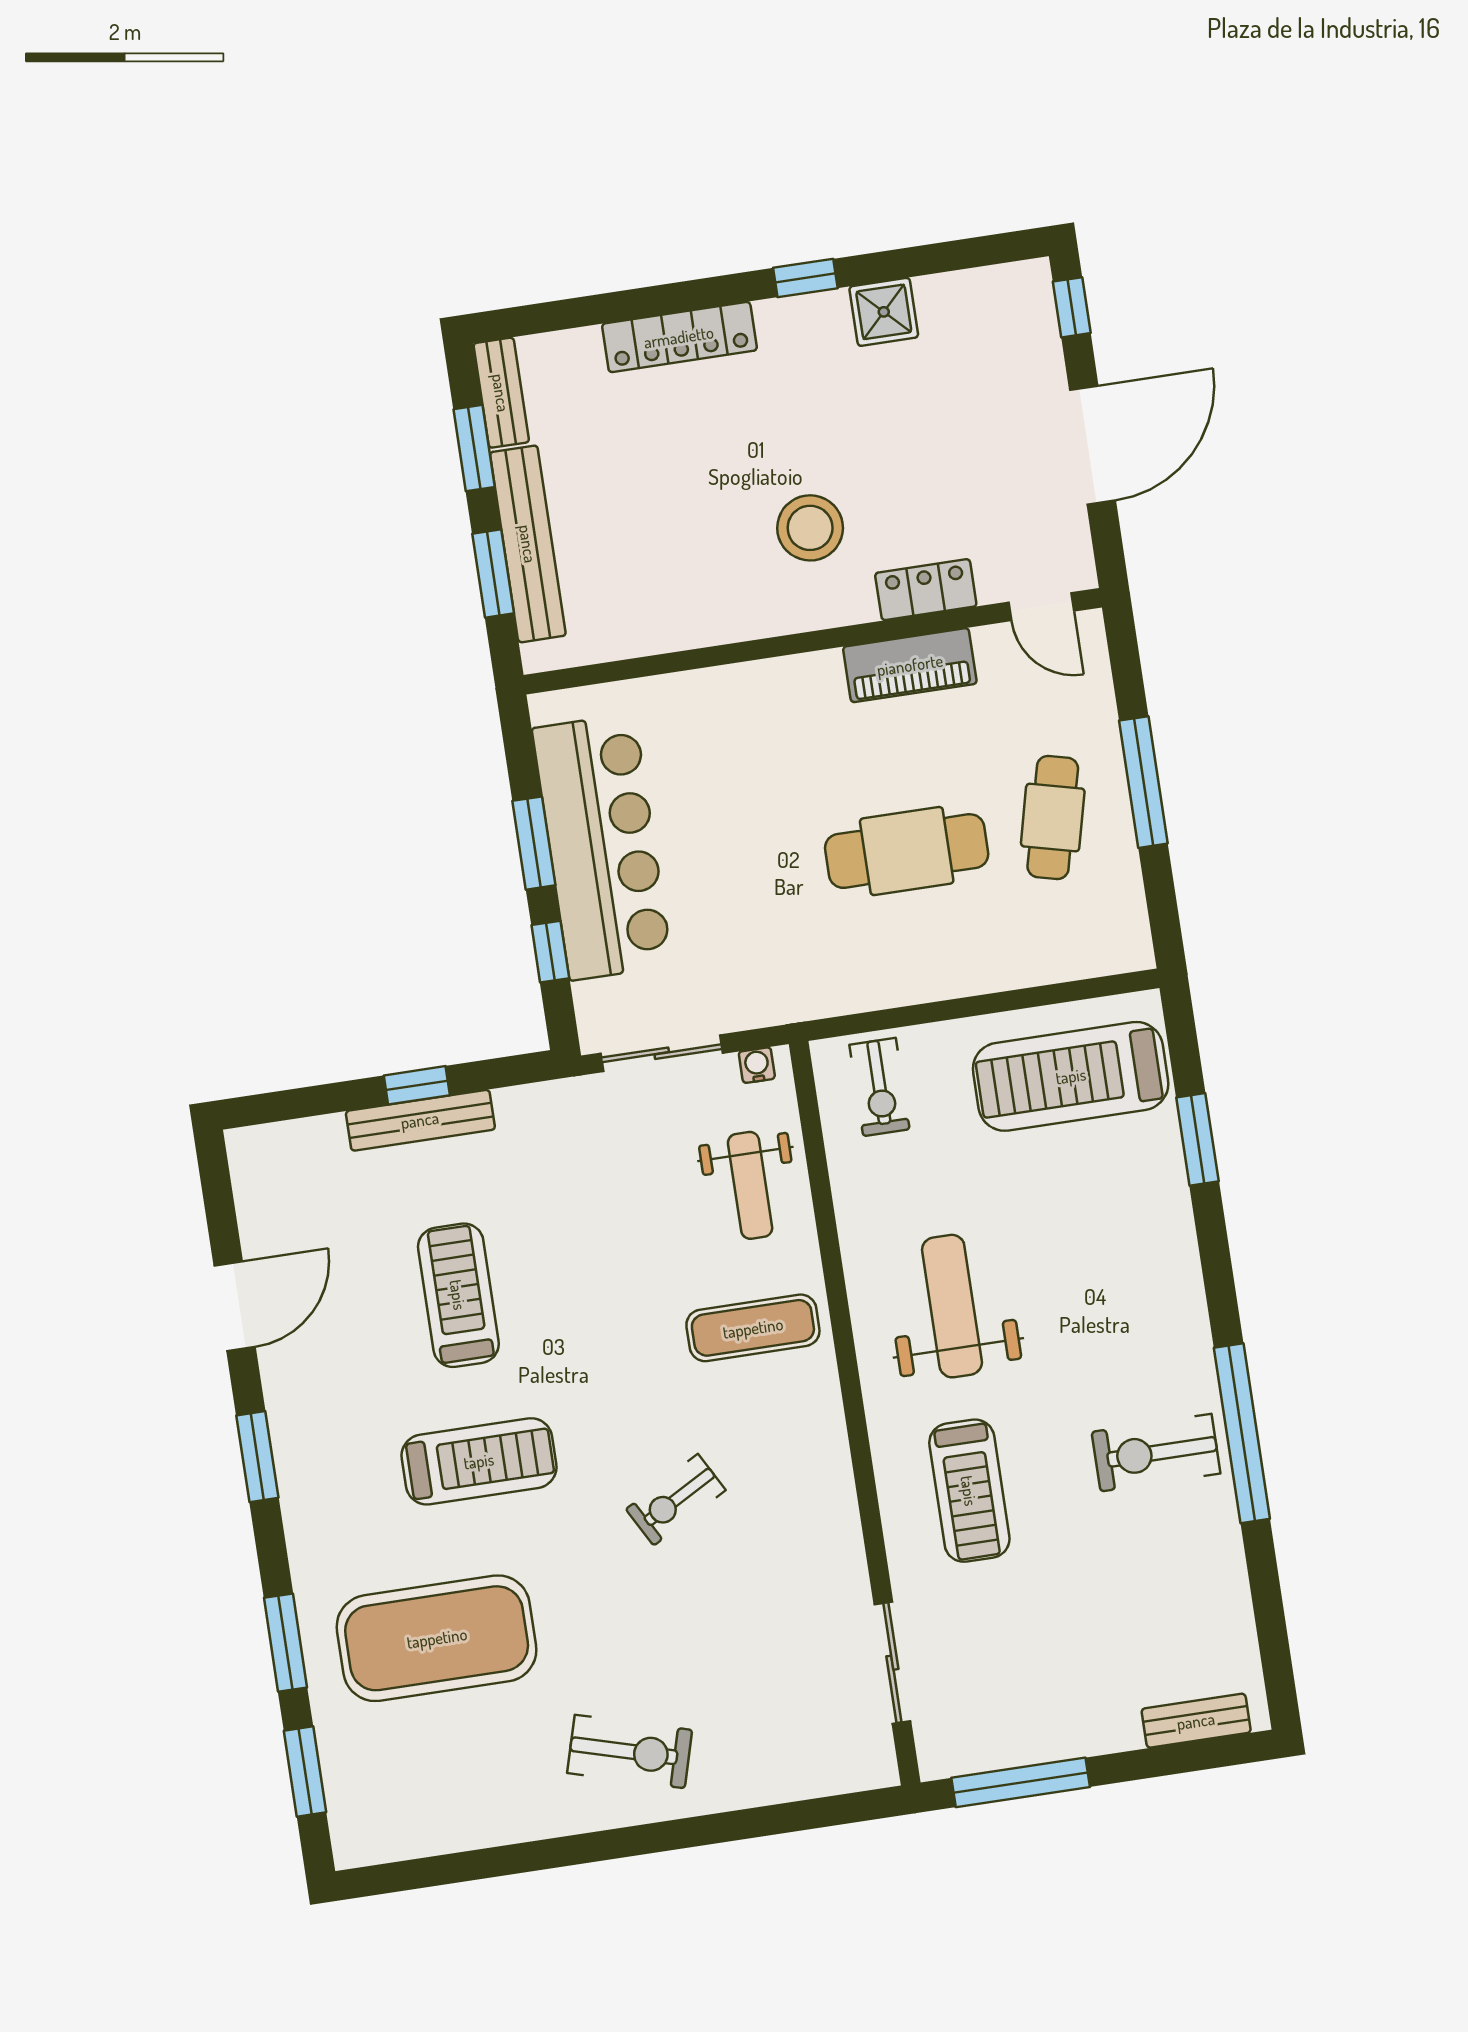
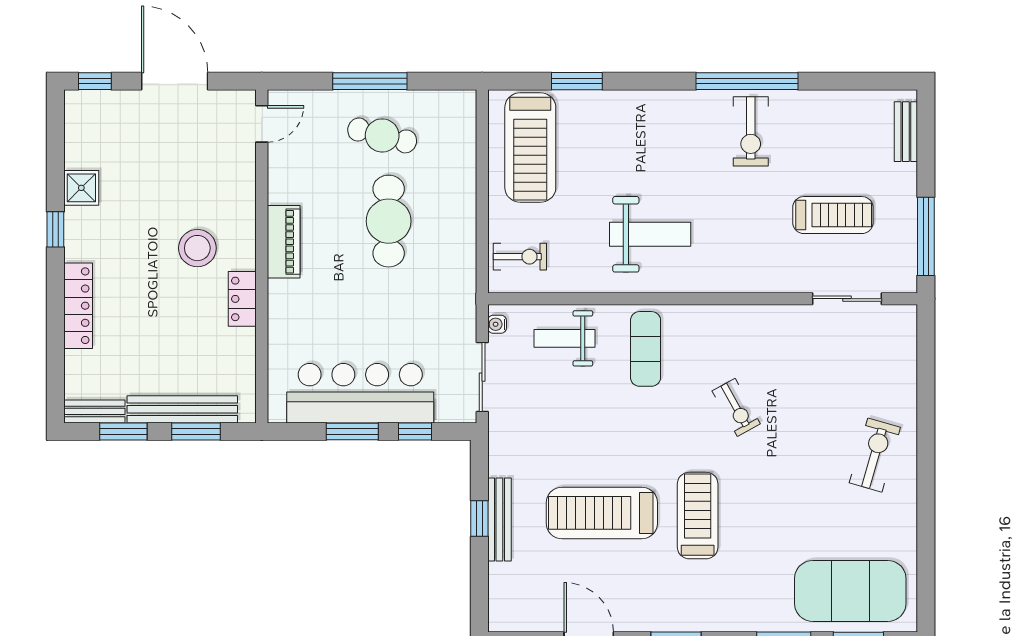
locker: (926, 590) -> (242, 299), moved
piano: (910, 665) -> (284, 242), moved
weight bench: (750, 1185) -> (565, 338), turned 180
treadmill: (458, 1295) -> (602, 513), width x1.37, depth x1.38
weight bench: (952, 1306) -> (650, 234), turned 180
treadmill: (969, 1491) -> (833, 215), moved
exercise mat: (437, 1638) -> (850, 591), moved, turned 90

